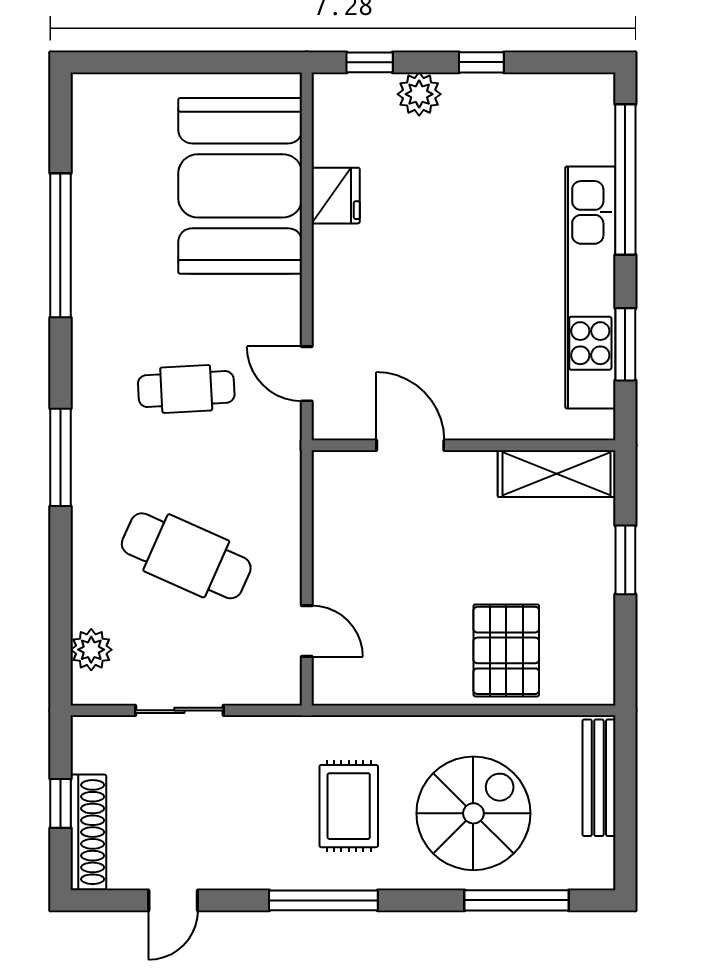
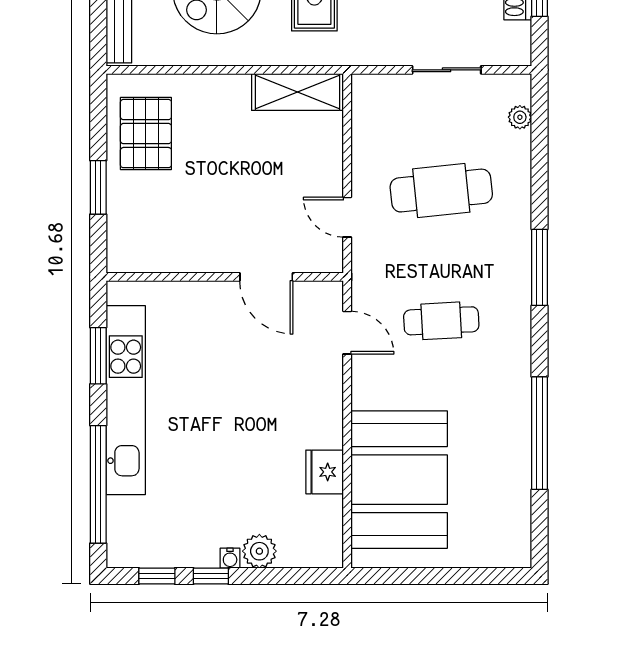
window: (370, 62) -> (157, 576), moved
water cooler: (457, 85) -> (230, 558), added
shelving: (557, 474) -> (297, 92), moved
cafe table: (186, 556) -> (441, 191), turned -30
door: (307, 631) -> (347, 217), moved
plant: (91, 650) -> (520, 117), width x0.73, depth x0.73
pallet: (506, 650) -> (146, 134), moved

